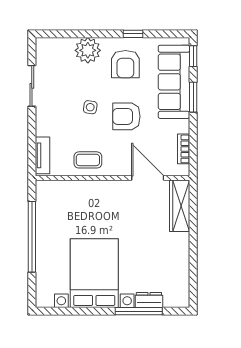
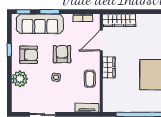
armchair: (126, 116) -> (62, 54), turned 180
wardrobe: (106, 190) -> (109, 67), added

